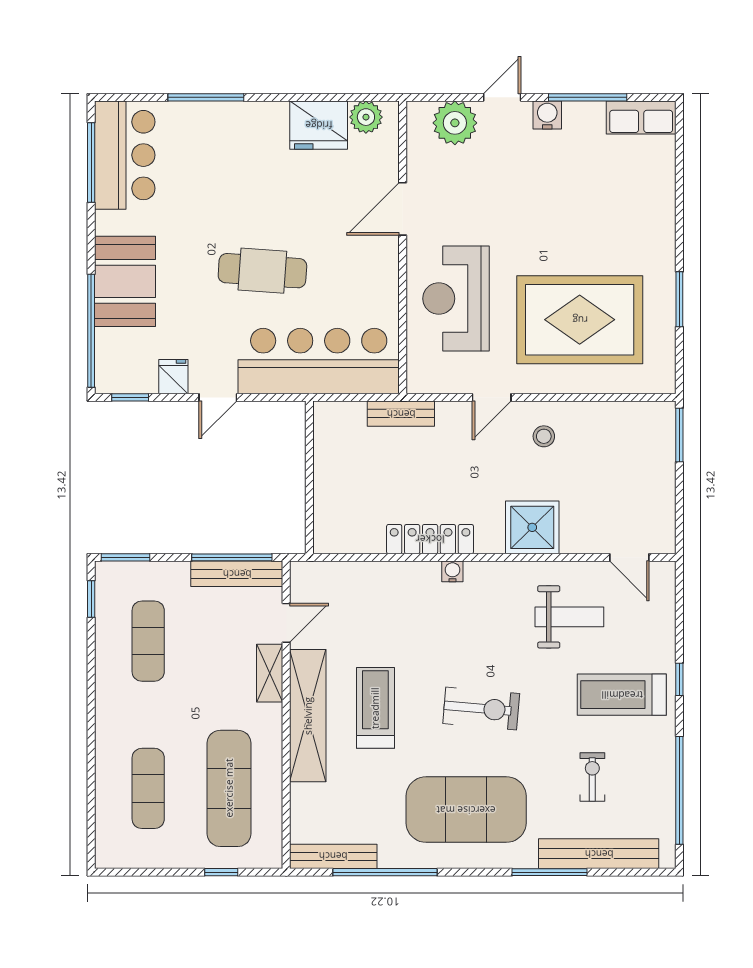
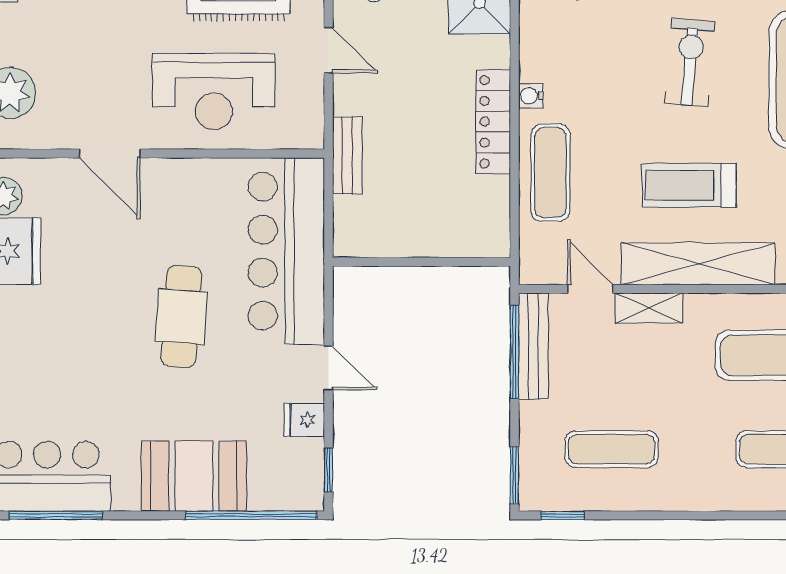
exercise mat: (386, 588) -> (550, 173), added

